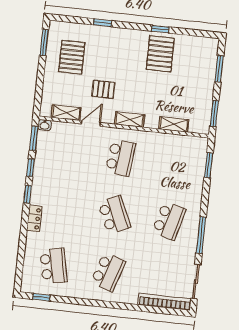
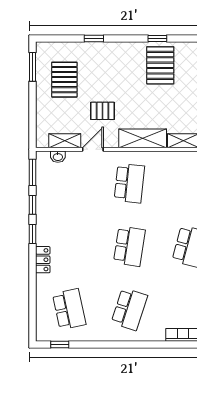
shelving: (130, 120) -> (143, 138), width x1.50, depth x1.33
washbasin: (45, 125) -> (58, 157), moved
school desk: (114, 215) -> (129, 246), turned 33

